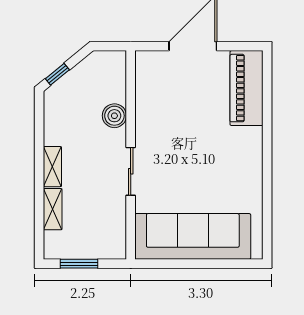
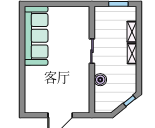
piano: (247, 88) -> (33, 94), removed
sofa: (193, 236) -> (36, 36), moved, turned -90

